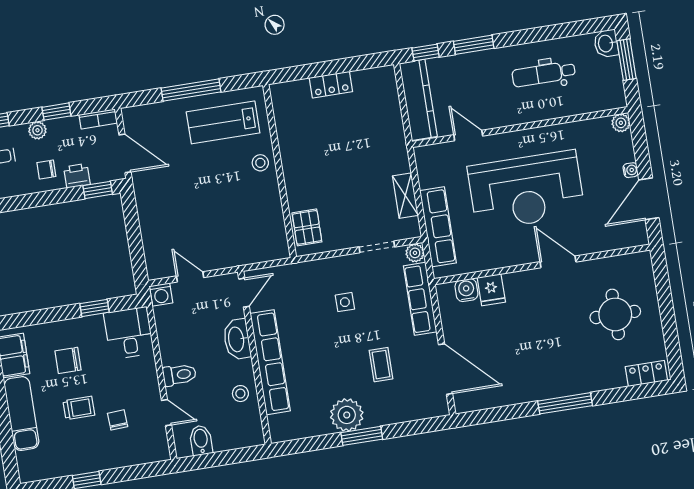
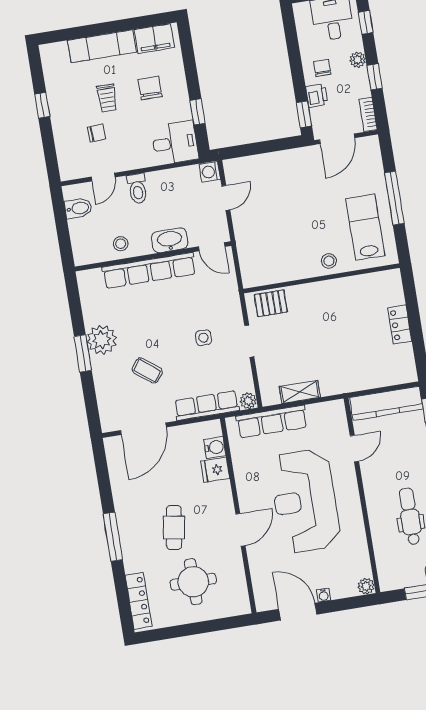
doorway: (377, 247) -> (249, 341), moved
cafe table: (555, 336) -> (174, 528), added
coffee table: (381, 365) -> (147, 371), turned 38
locker: (646, 373) -> (139, 601), width x1.53

